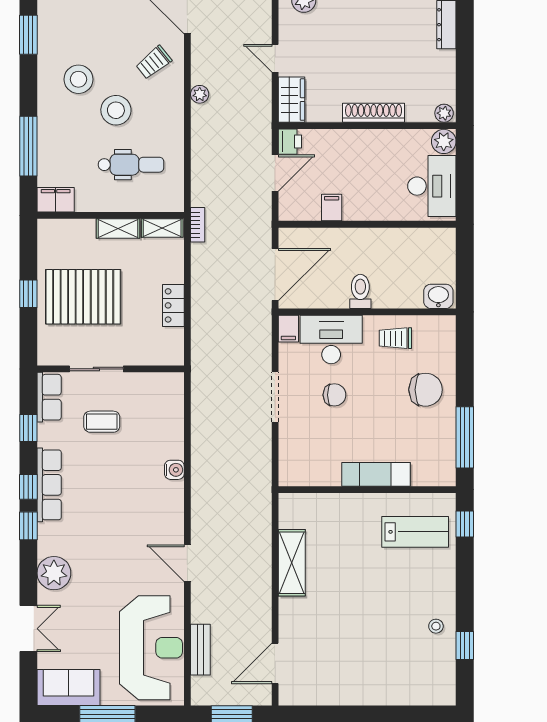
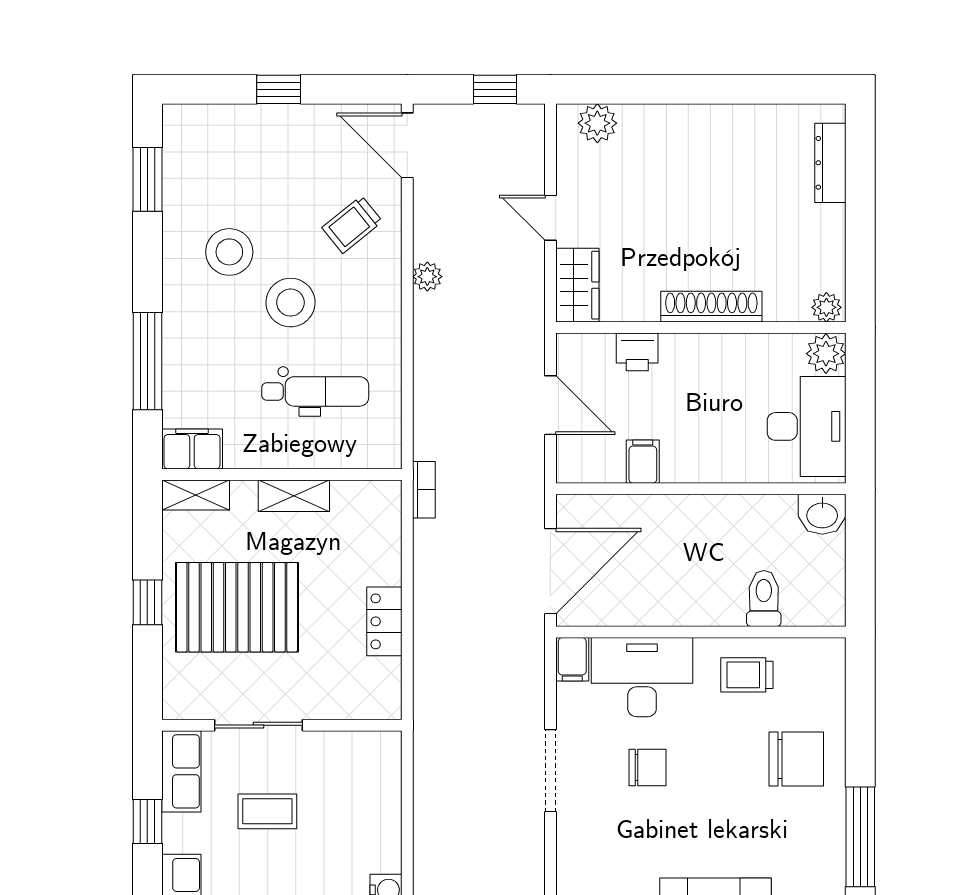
printer: (290, 142) -> (637, 352), moved, turned 90
door: (275, 173) -> (550, 405), hinge flipped
shelving: (162, 228) -> (196, 495), moved
toilet: (360, 291) -> (764, 598), moved
washbasin: (438, 296) -> (822, 514), moved, turned 180

